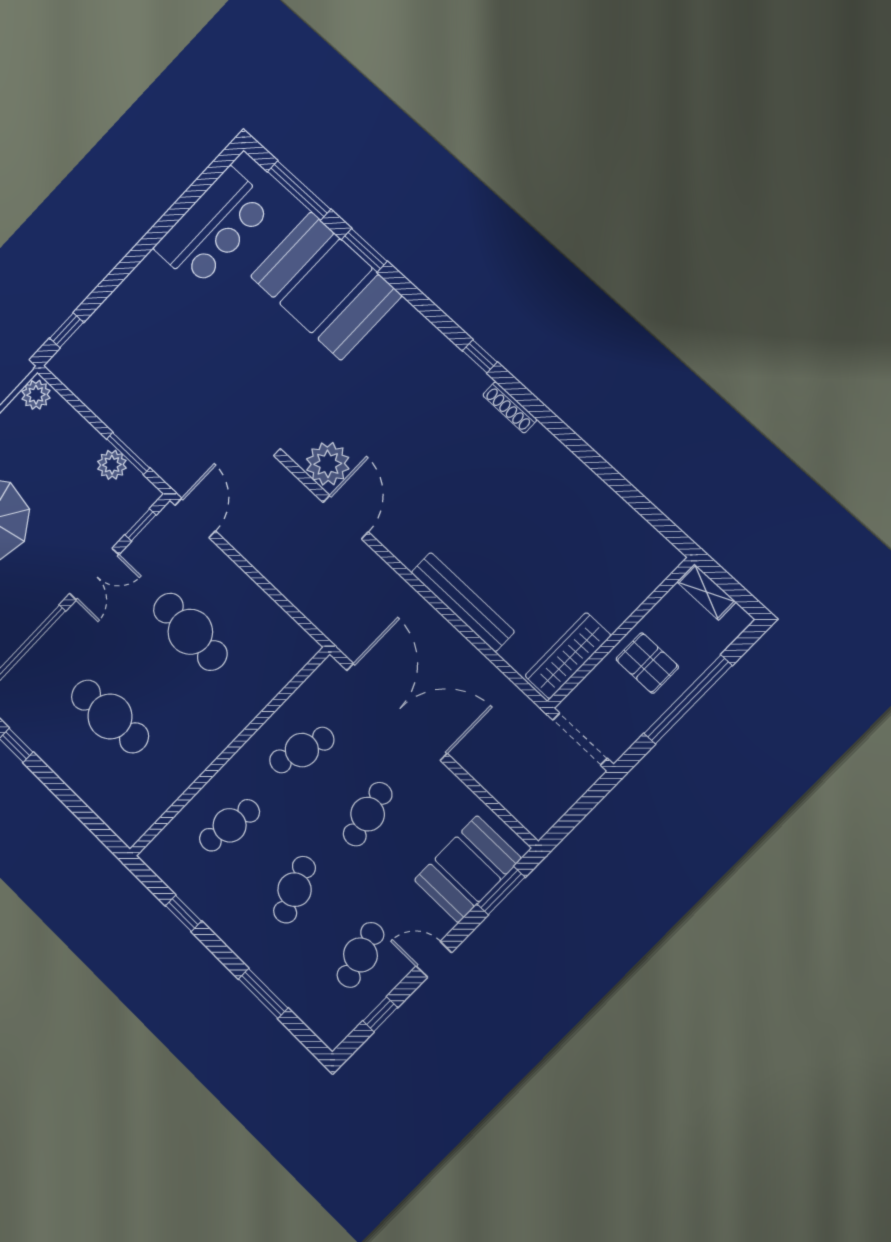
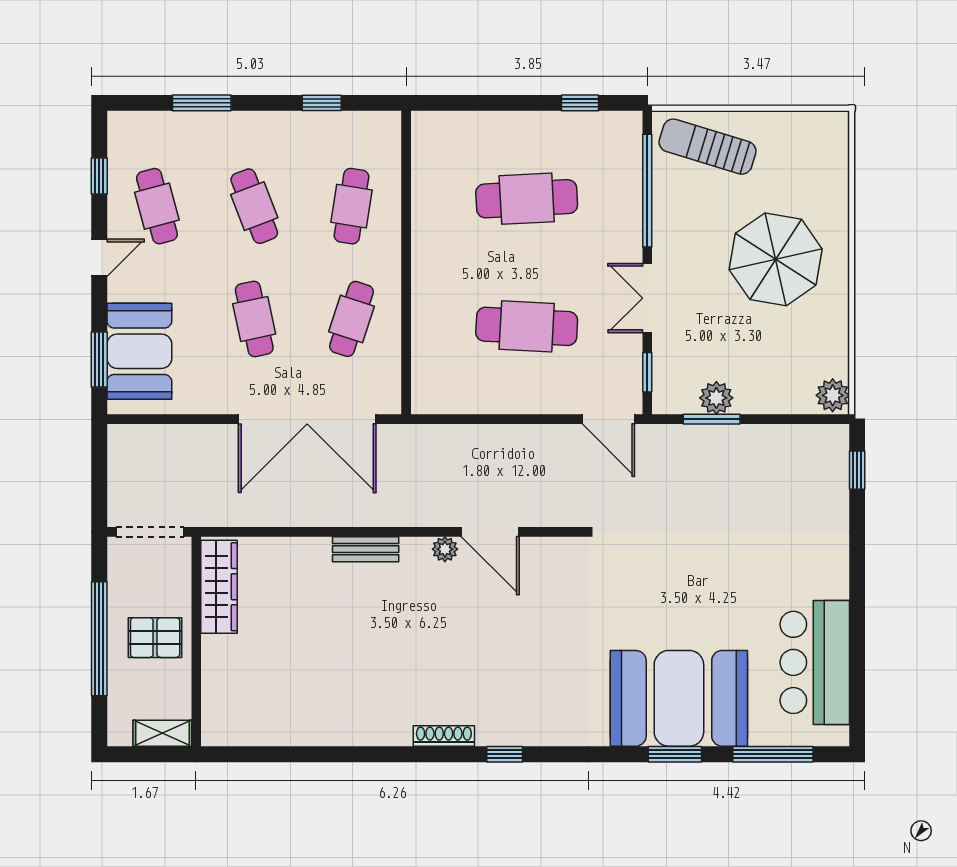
plant: (328, 464) -> (445, 549), moved, width x0.53, depth x0.53
bench: (463, 602) -> (366, 549), width x0.54, depth x0.82

